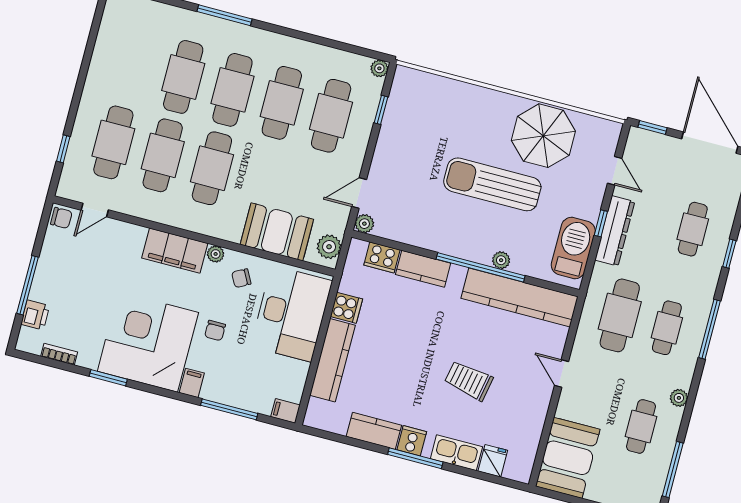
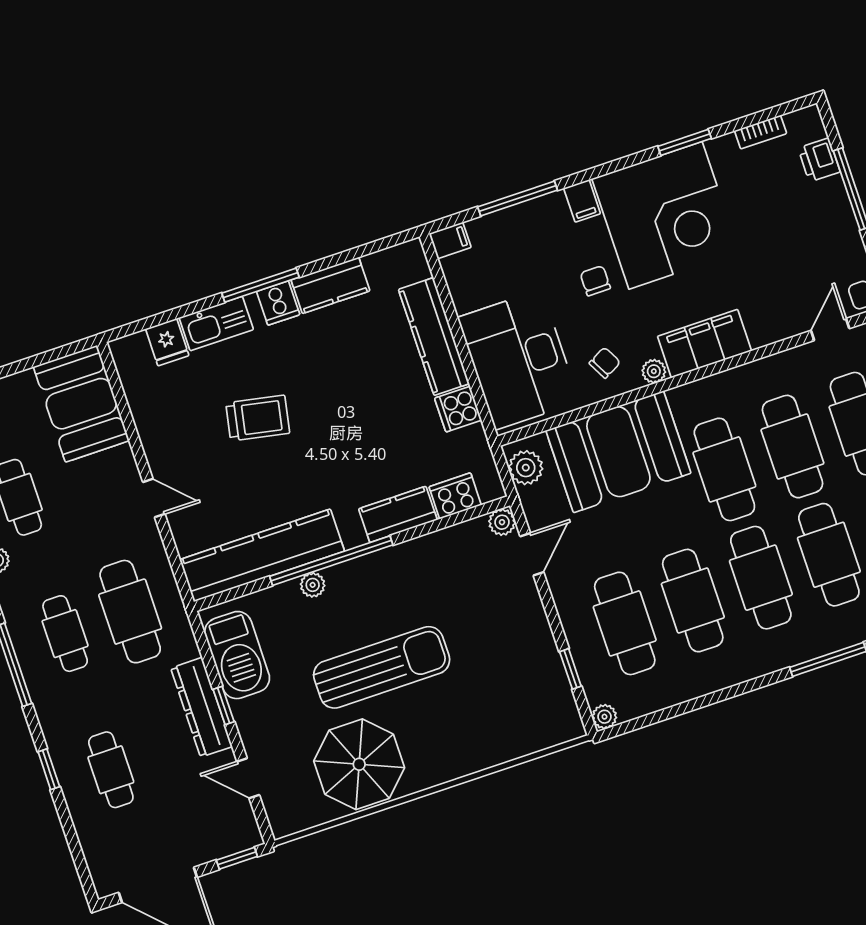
booth: (277, 232) -> (618, 452), width x1.36, depth x1.42

